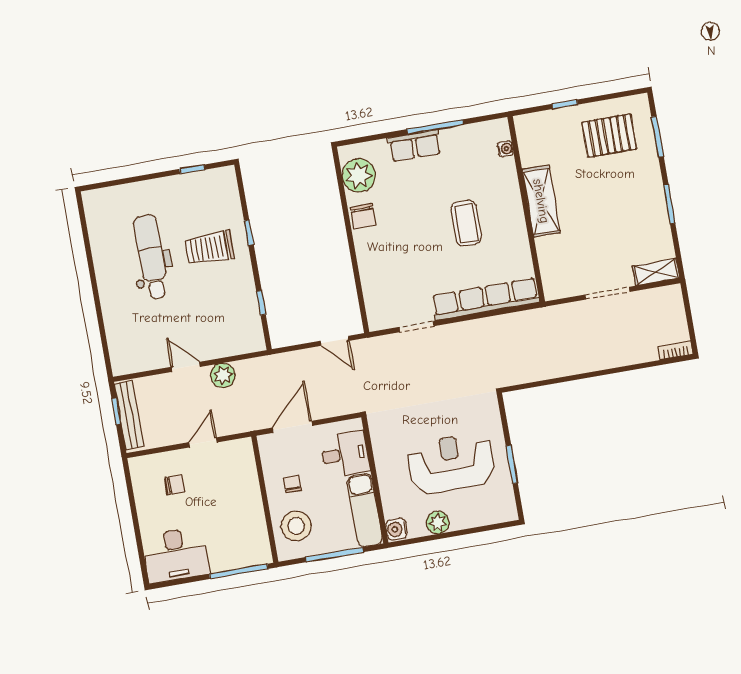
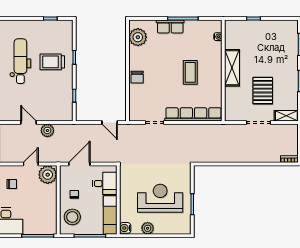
pallet: (609, 136) -> (263, 91), moved, turned 90
chair: (363, 216) -> (137, 77), moved
plant: (237, 456) -> (48, 175), added

